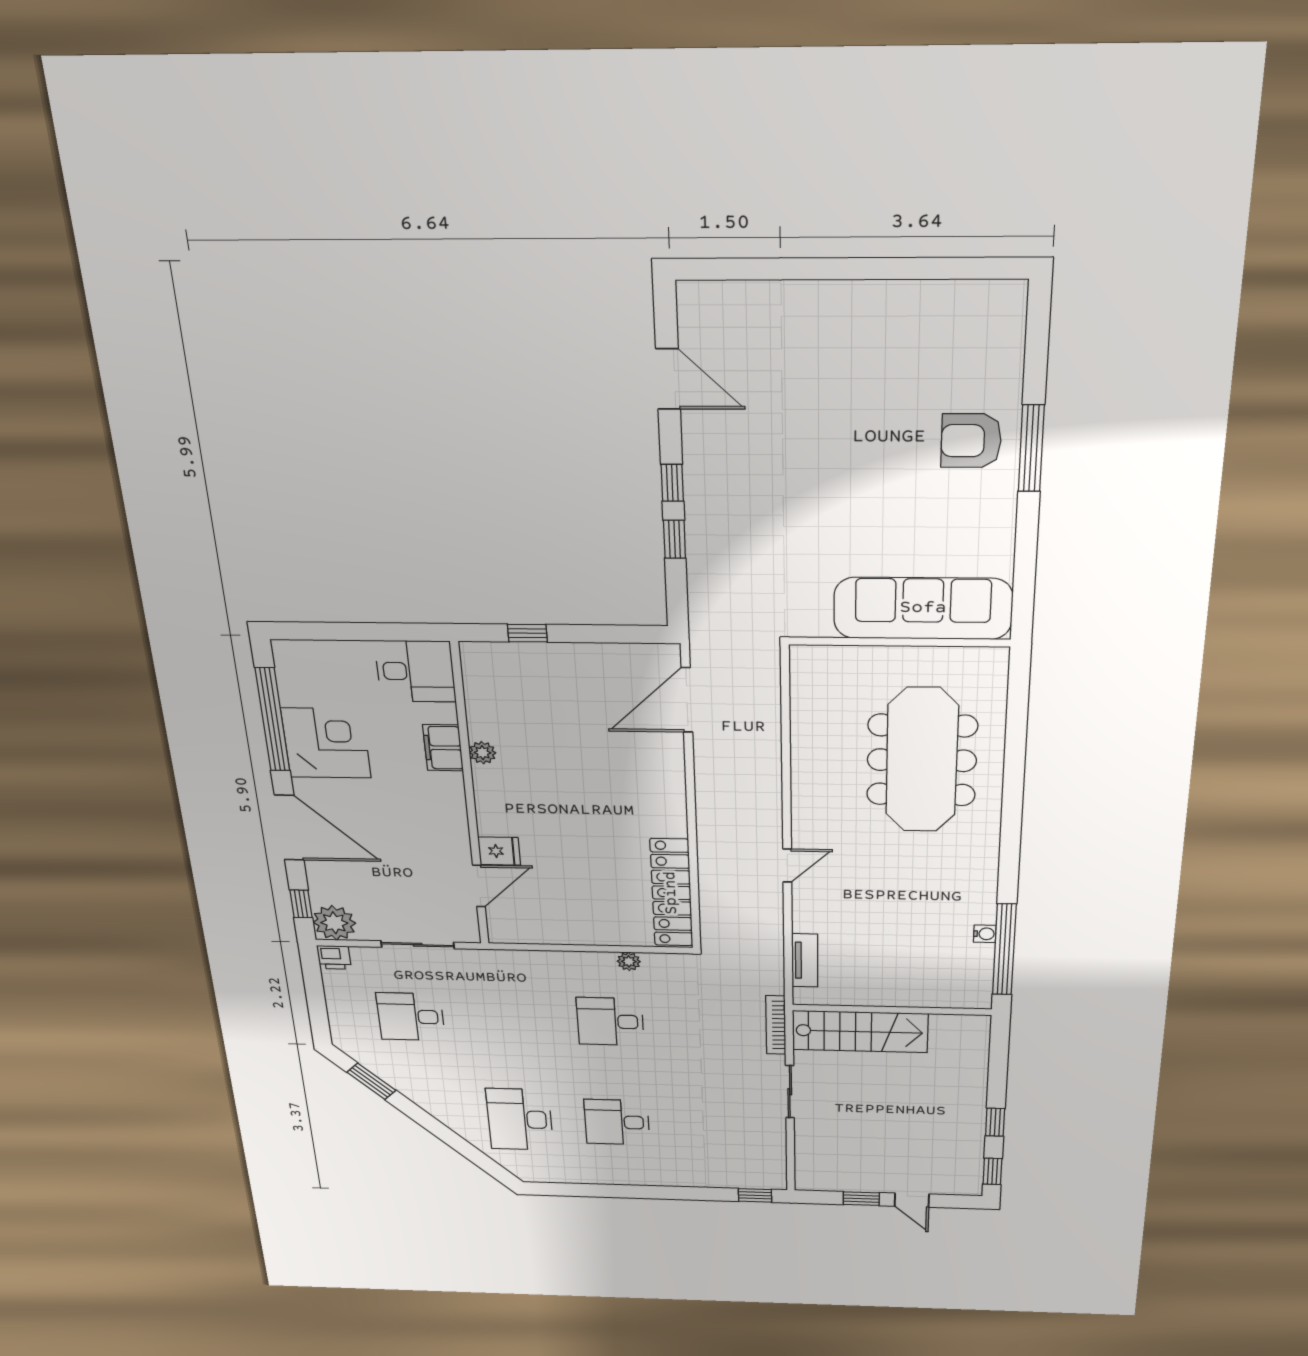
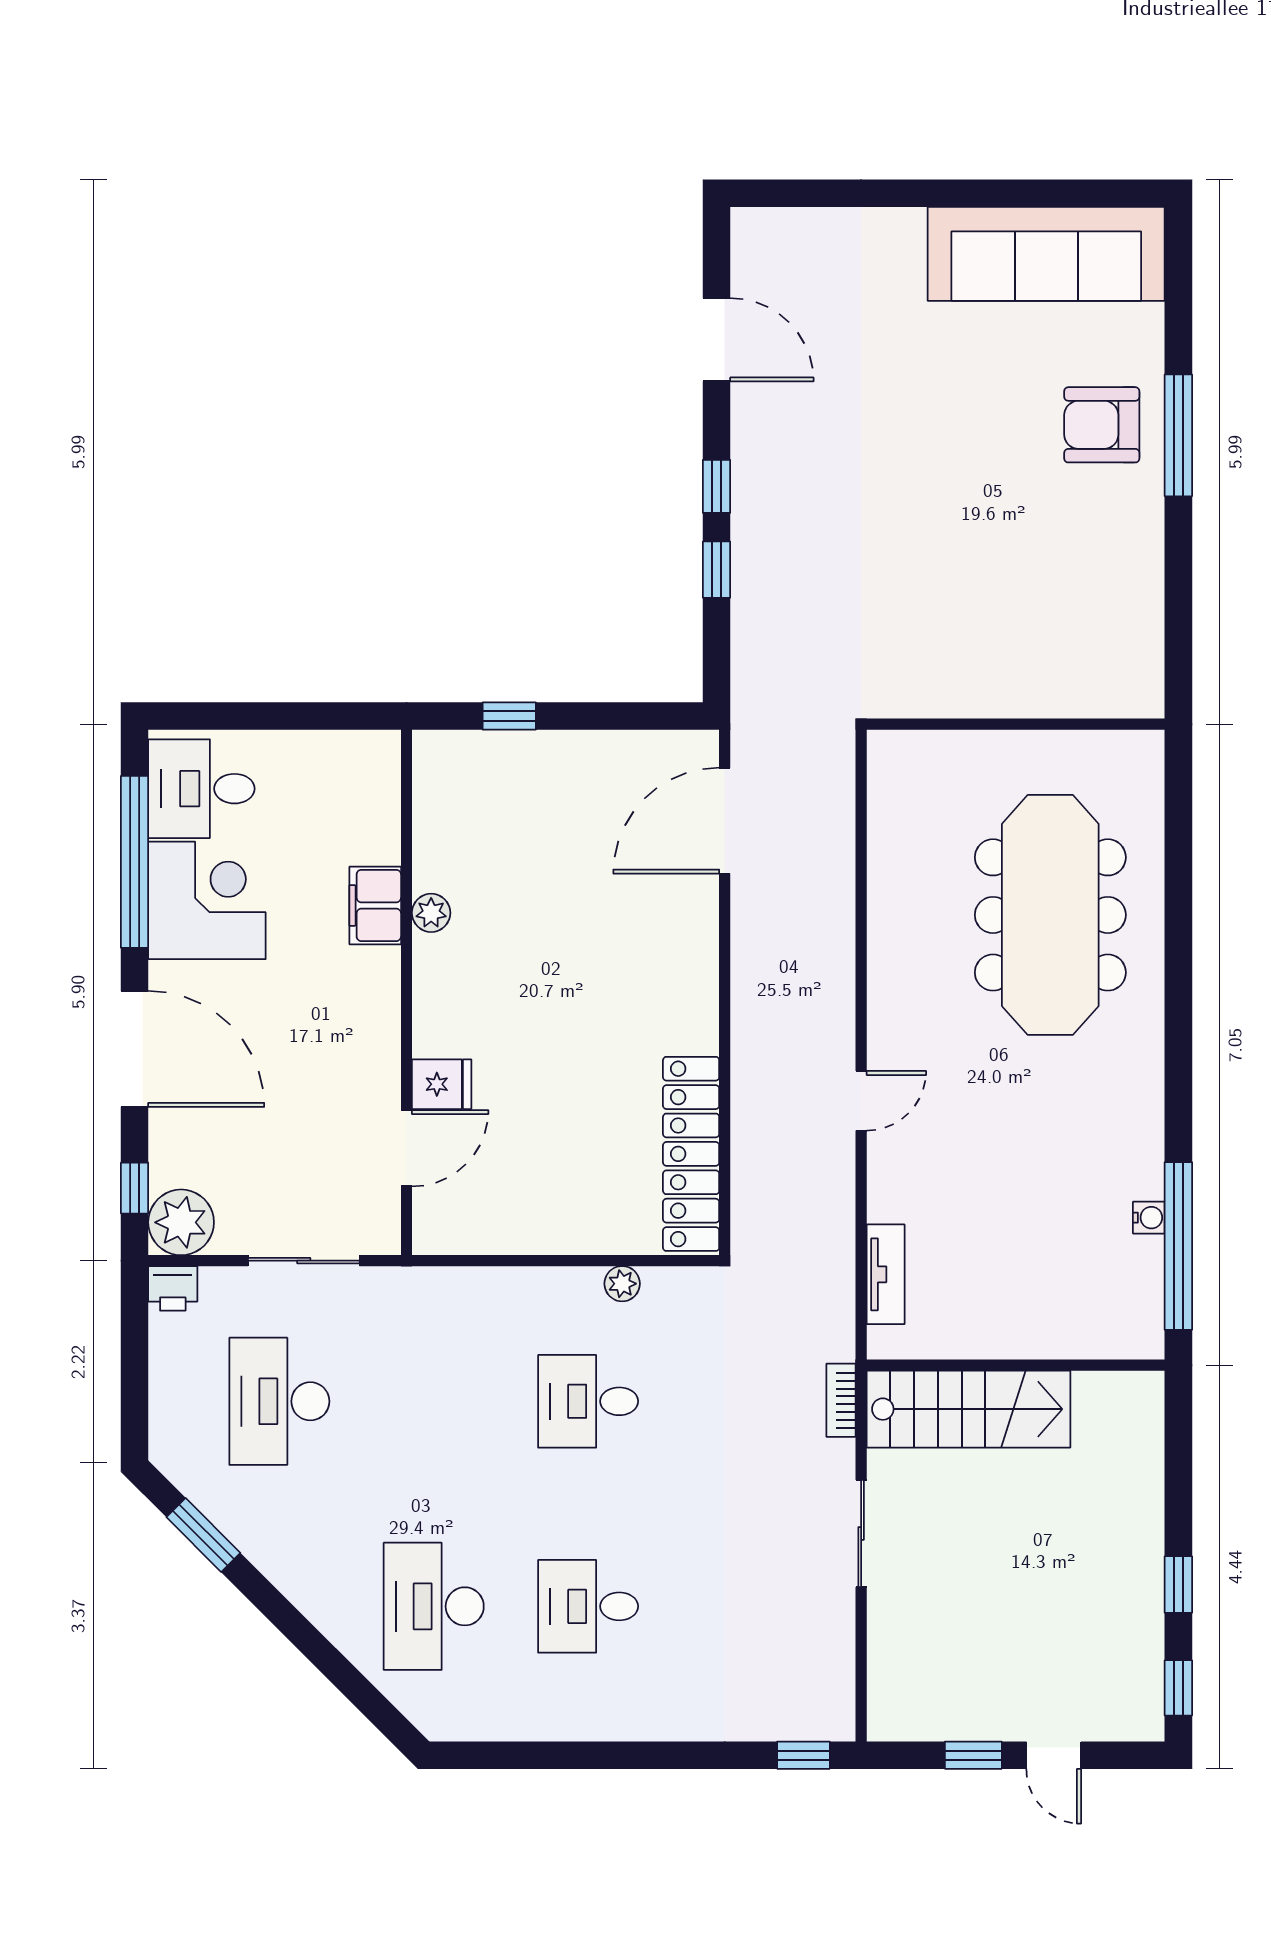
sofa: (923, 608) -> (1046, 254), moved, turned 180
desk: (415, 671) -> (201, 789), moved, turned 180
desk: (411, 1017) -> (279, 1401), width x1.37
bookcase: (776, 1025) -> (841, 1400), width x0.64

